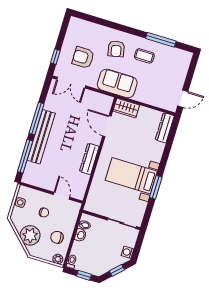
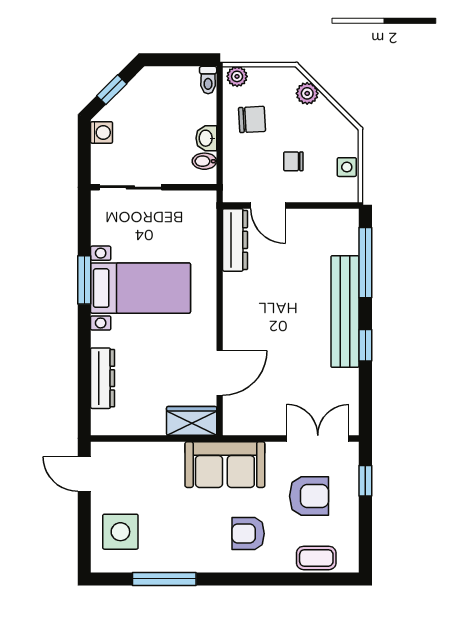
armchair: (116, 49) -> (248, 534), turned -78
coffee table: (144, 56) -> (316, 558), moved
side table: (174, 67) -> (120, 532), added
door: (183, 99) -> (84, 474), hinge flipped
window: (37, 119) -> (365, 345), width x0.46
door: (107, 126) -> (220, 373), hinge flipped
dresser: (165, 128) -> (103, 378), moved
dresser: (89, 159) -> (235, 240), moved
plant: (30, 235) -> (307, 93), width x0.53, depth x0.53
window: (84, 275) -> (175, 60), removed

